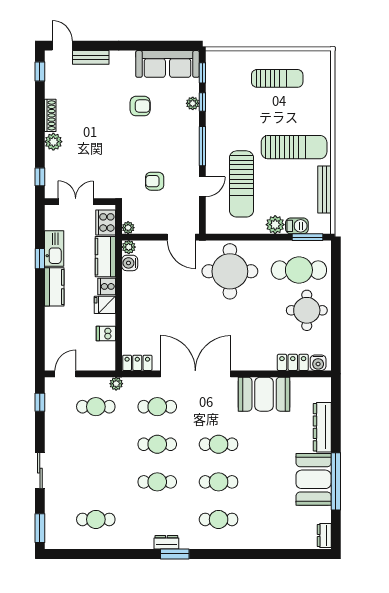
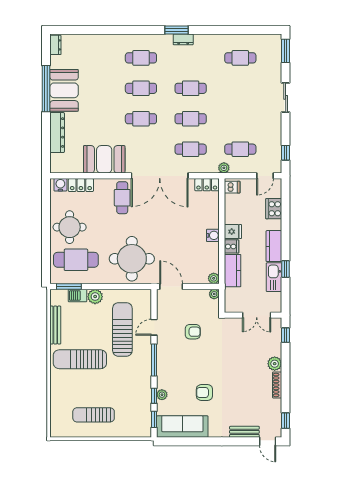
cooker: (106, 222) -> (274, 209), moved, turned 180
water cooler: (130, 263) -> (213, 235), moved
dishwasher: (106, 333) -> (232, 187), moved
cafe table: (242, 347) -> (122, 198), added

